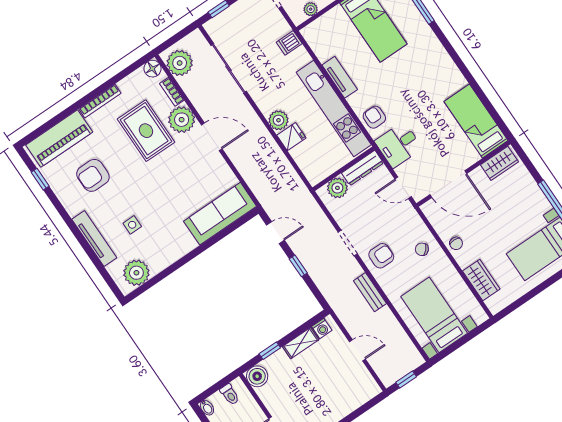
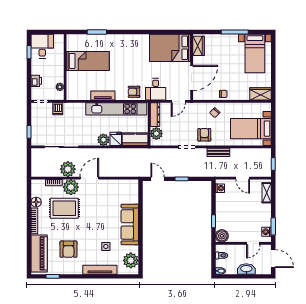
dishwasher: (289, 43) -> (58, 109), moved
plant: (180, 63) -> (68, 169), moved
floor lamp: (152, 69) -> (36, 202), moved
bed: (476, 121) -> (170, 48), width x1.50
kitchen counter: (309, 164) -> (135, 139), added
sofa: (220, 214) -> (130, 224), moved
door: (275, 233) -> (158, 179), hinge flipped
wardrobe: (481, 280) -> (260, 94), moved
shelving: (301, 343) -> (267, 193), moved
door: (357, 350) -> (243, 178), swing flipped

